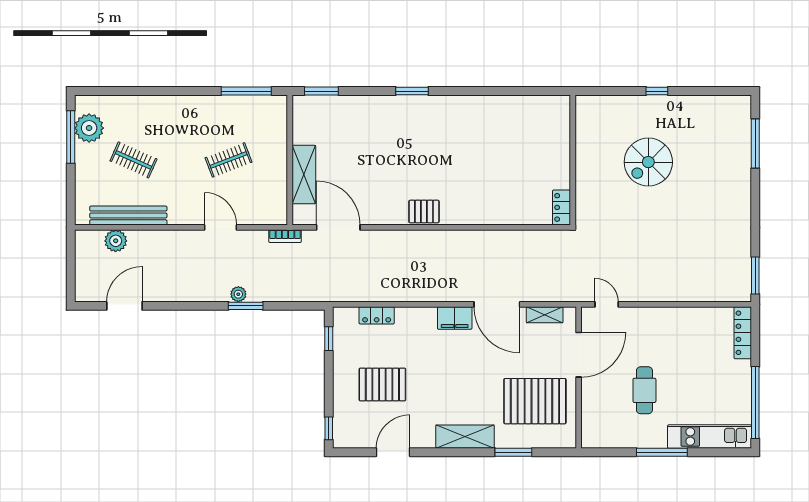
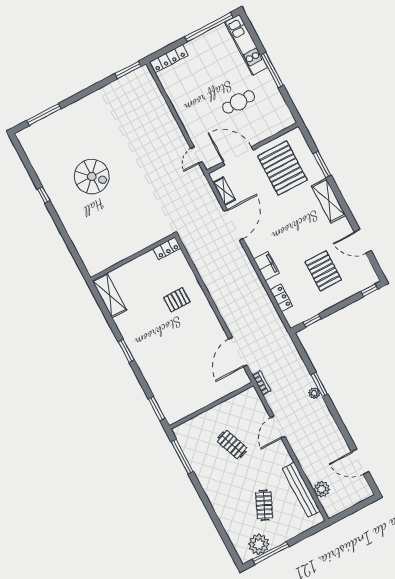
wall: (573, 160) -> (133, 257), moved
shelving: (304, 175) -> (109, 295), moved, turned 90
locker: (562, 207) -> (167, 248), moved
pallet: (424, 212) -> (177, 300), moved, turned 90
filing cabinet: (455, 318) -> (266, 266), moved

